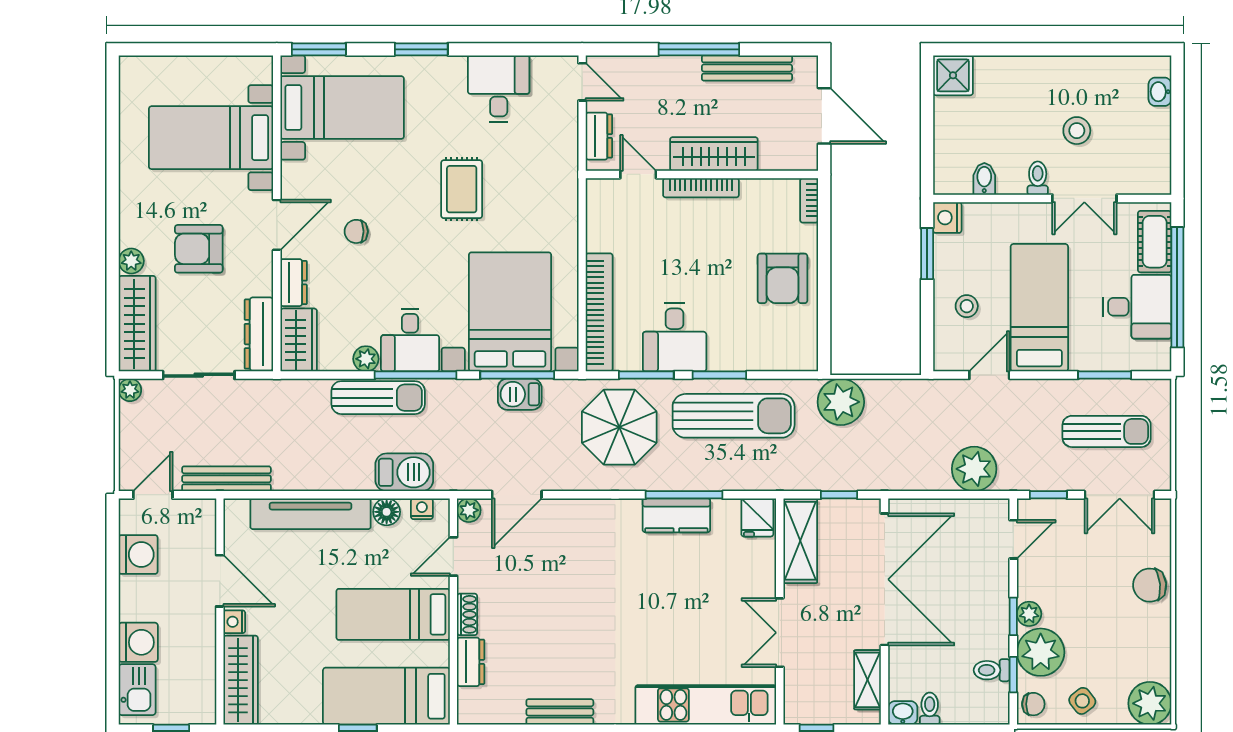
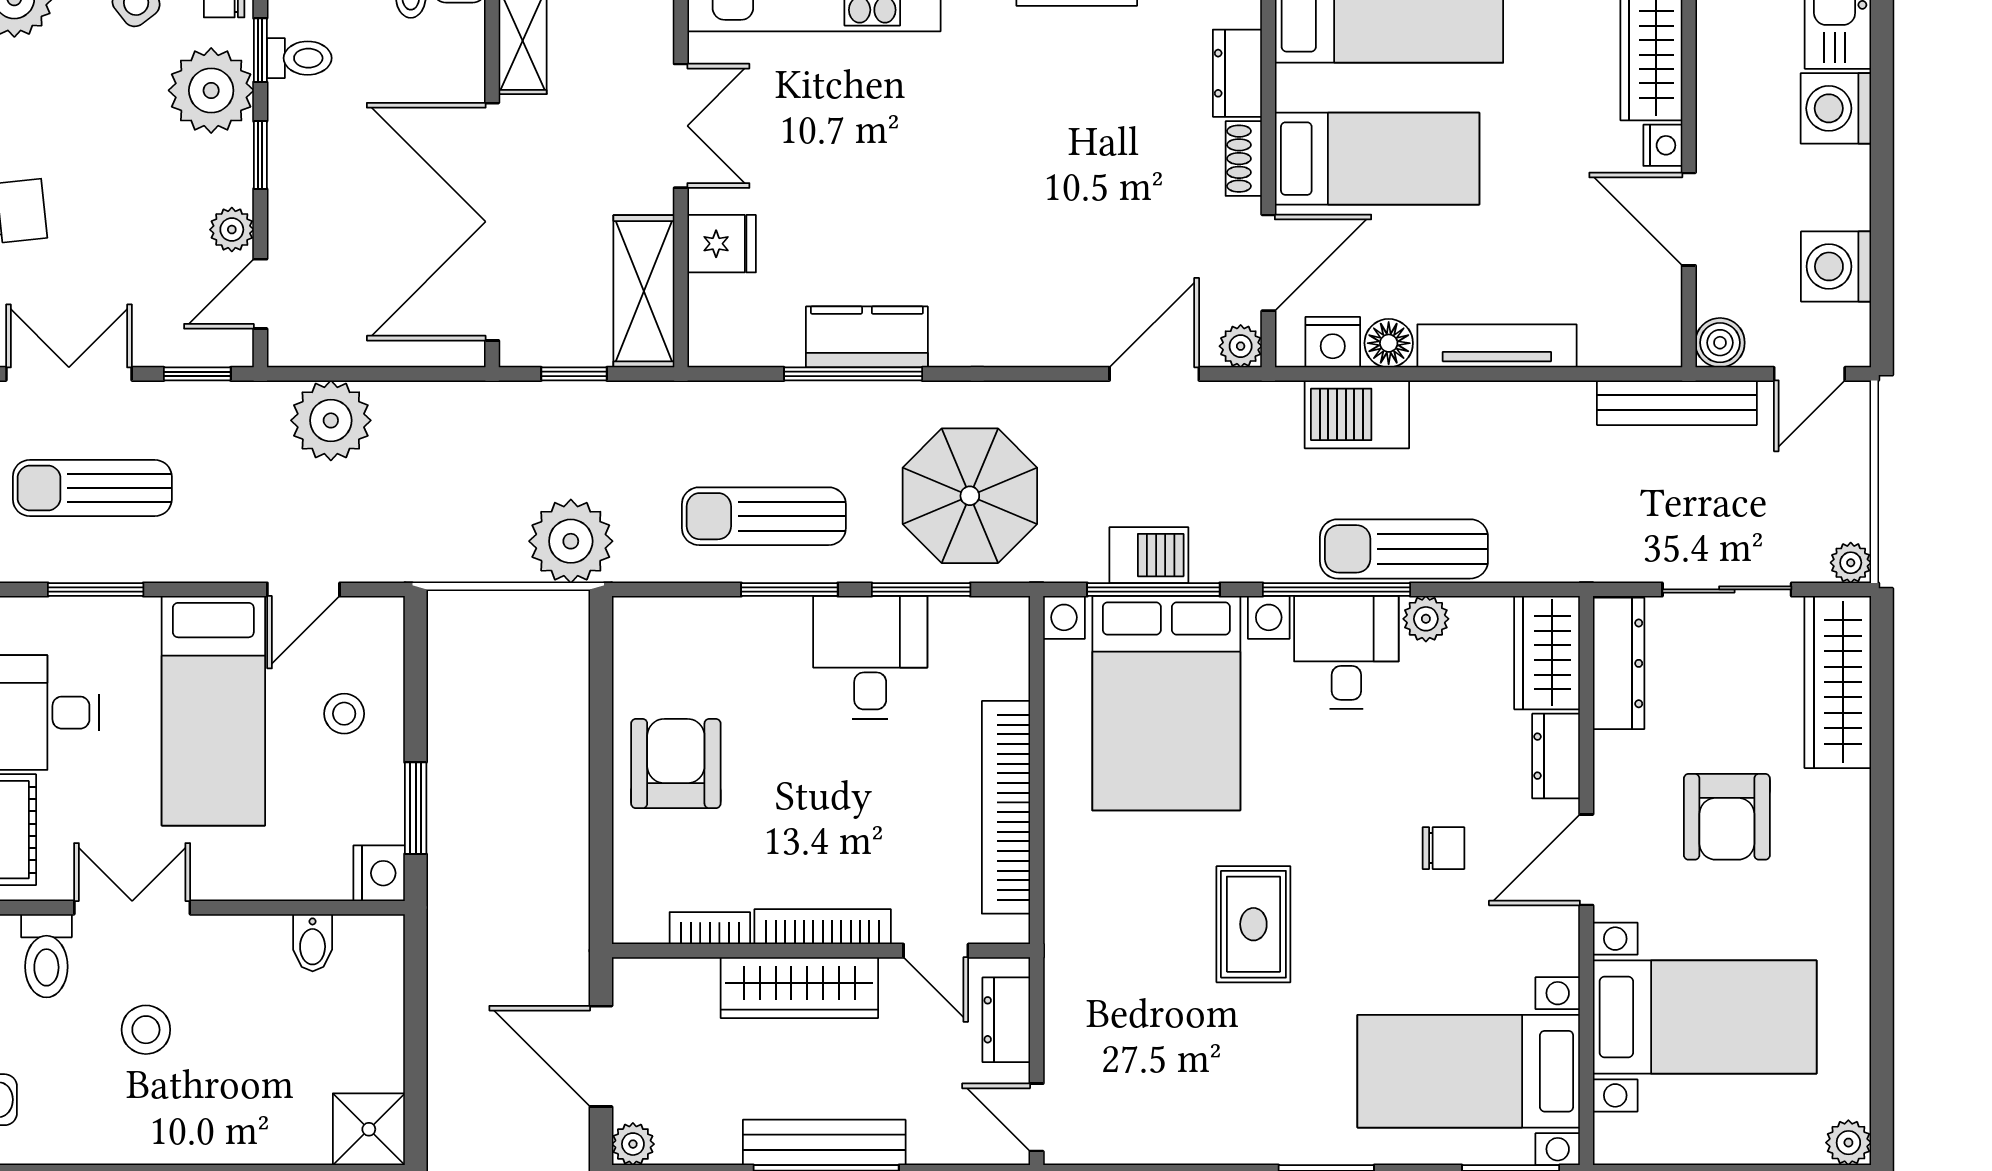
plant: (806, 67) -> (633, 1144), added
bench: (747, 68) -> (824, 1142), moved
desk: (499, 89) -> (1187, 1105), removed
toilet: (1038, 178) -> (46, 956), moved, width x1.37, depth x1.39
bookcase: (809, 200) -> (710, 928), moved, turned -90
armchair: (199, 249) -> (1727, 817), turned 90
plant: (131, 261) -> (1848, 1143), moved
bookcase: (599, 312) -> (1006, 807), moved
sun lounger: (734, 416) -> (764, 516), width x0.73, depth x0.75
nightstand: (422, 509) -> (1333, 342), width x1.39, depth x1.35
boiler: (203, 512) -> (1720, 343), added
tv unit: (310, 514) -> (1497, 346), width x0.73, depth x0.78
fridge: (757, 517) -> (722, 244), moved, turned 90
door: (453, 557) -> (1268, 263), width x1.38
plant: (1029, 614) -> (232, 230), moved

